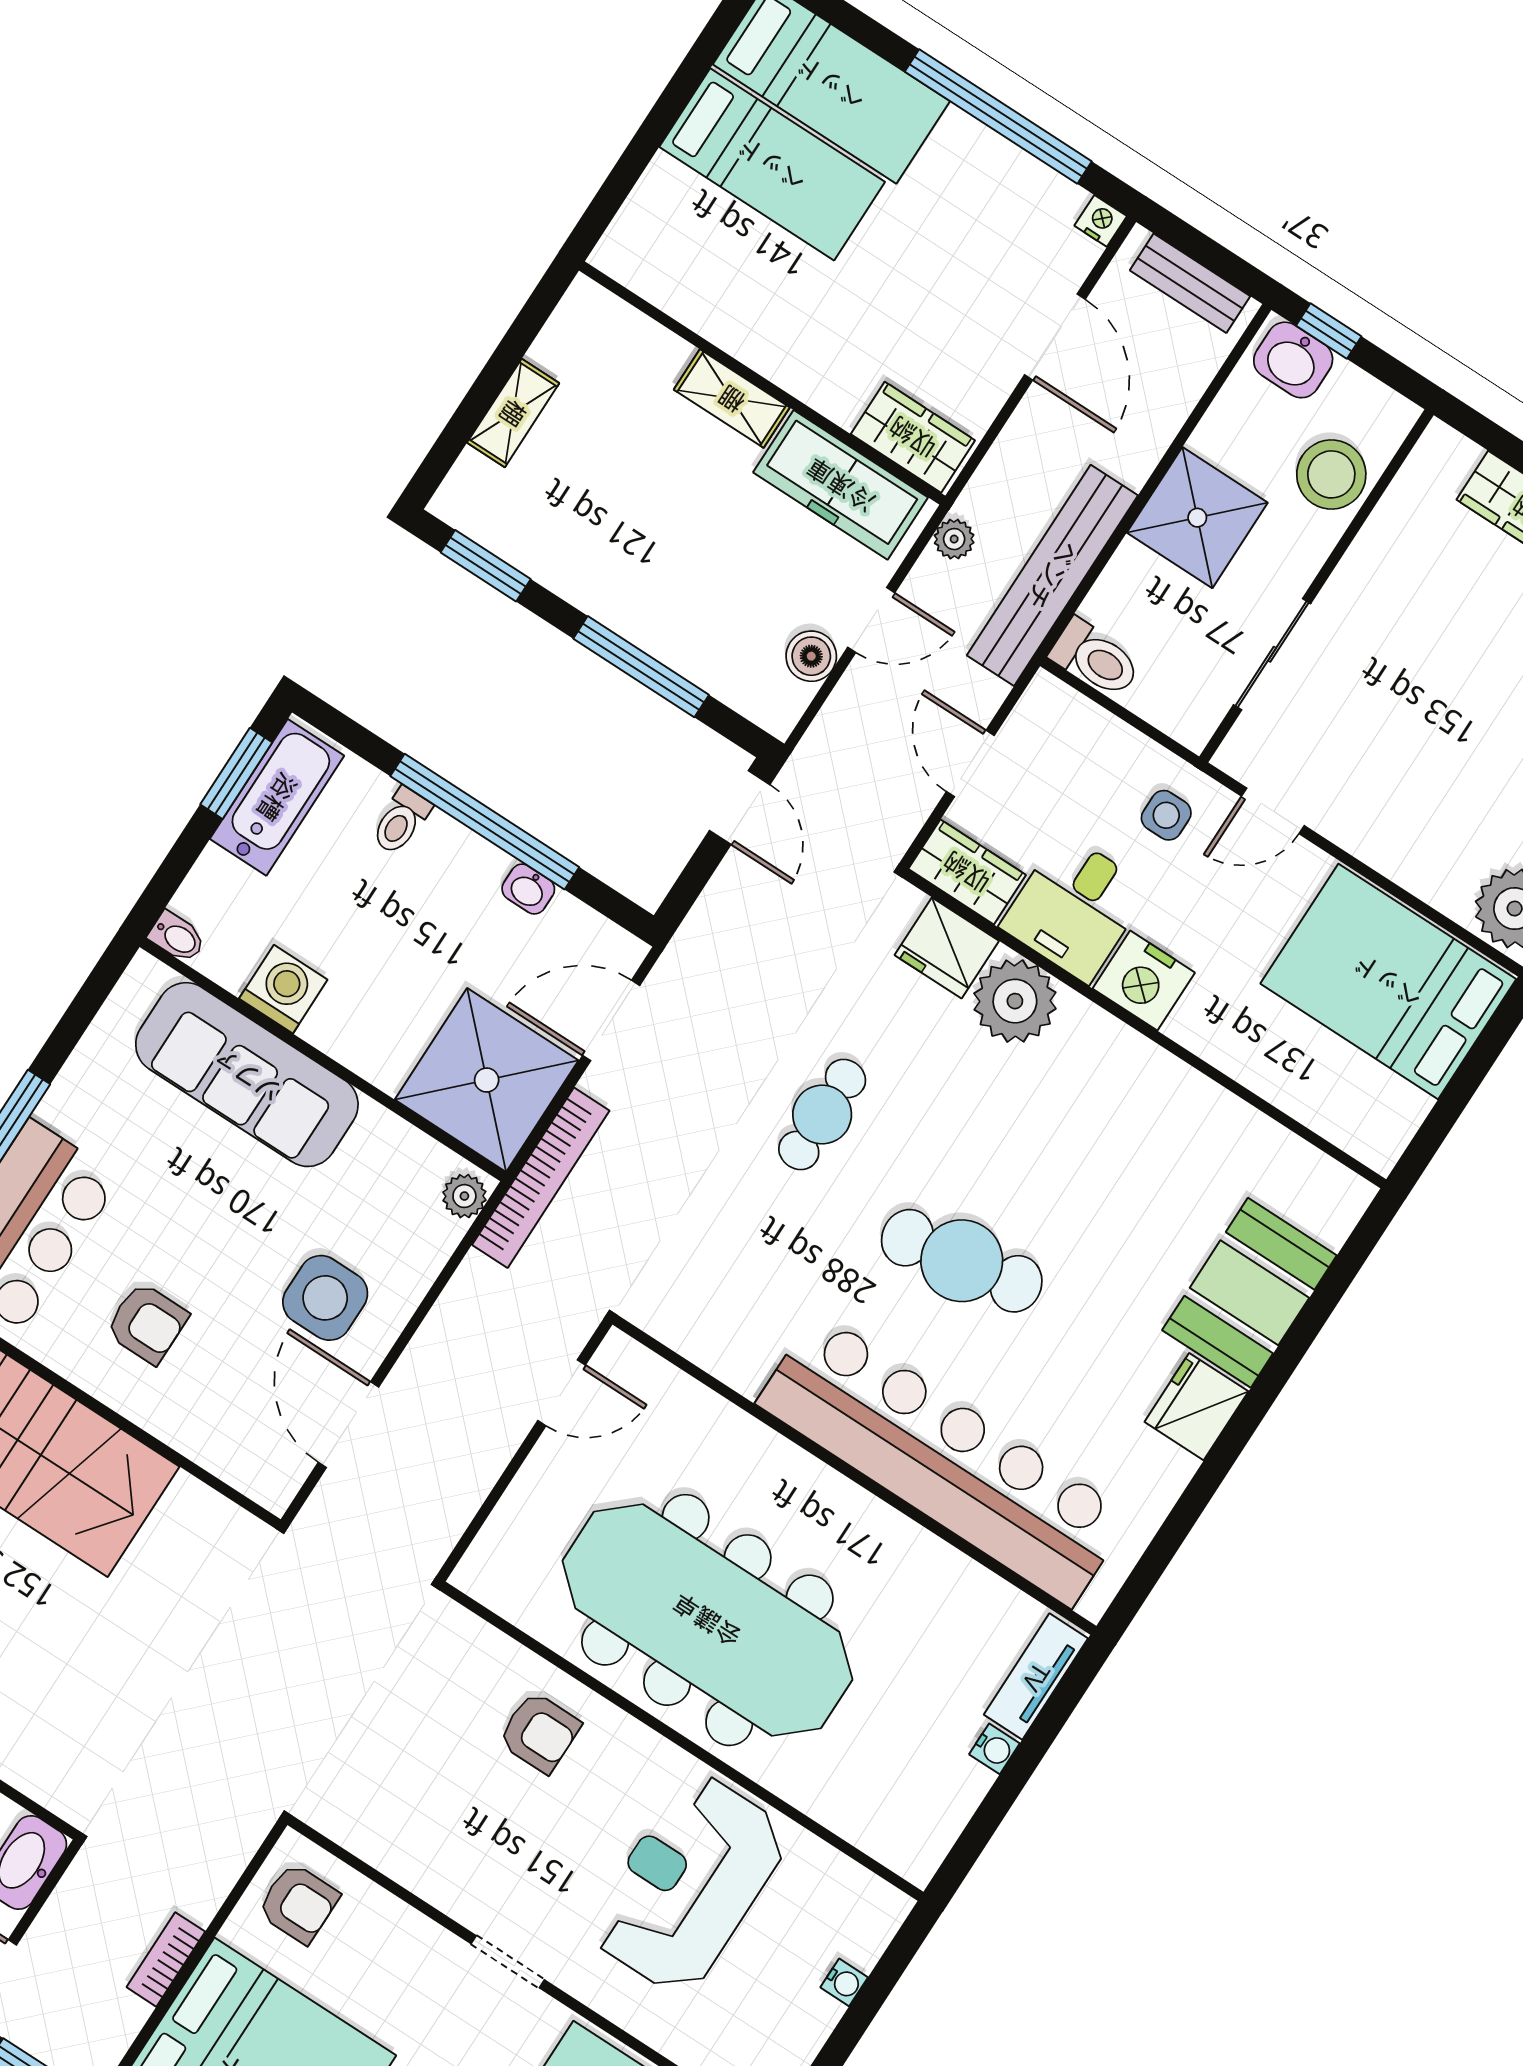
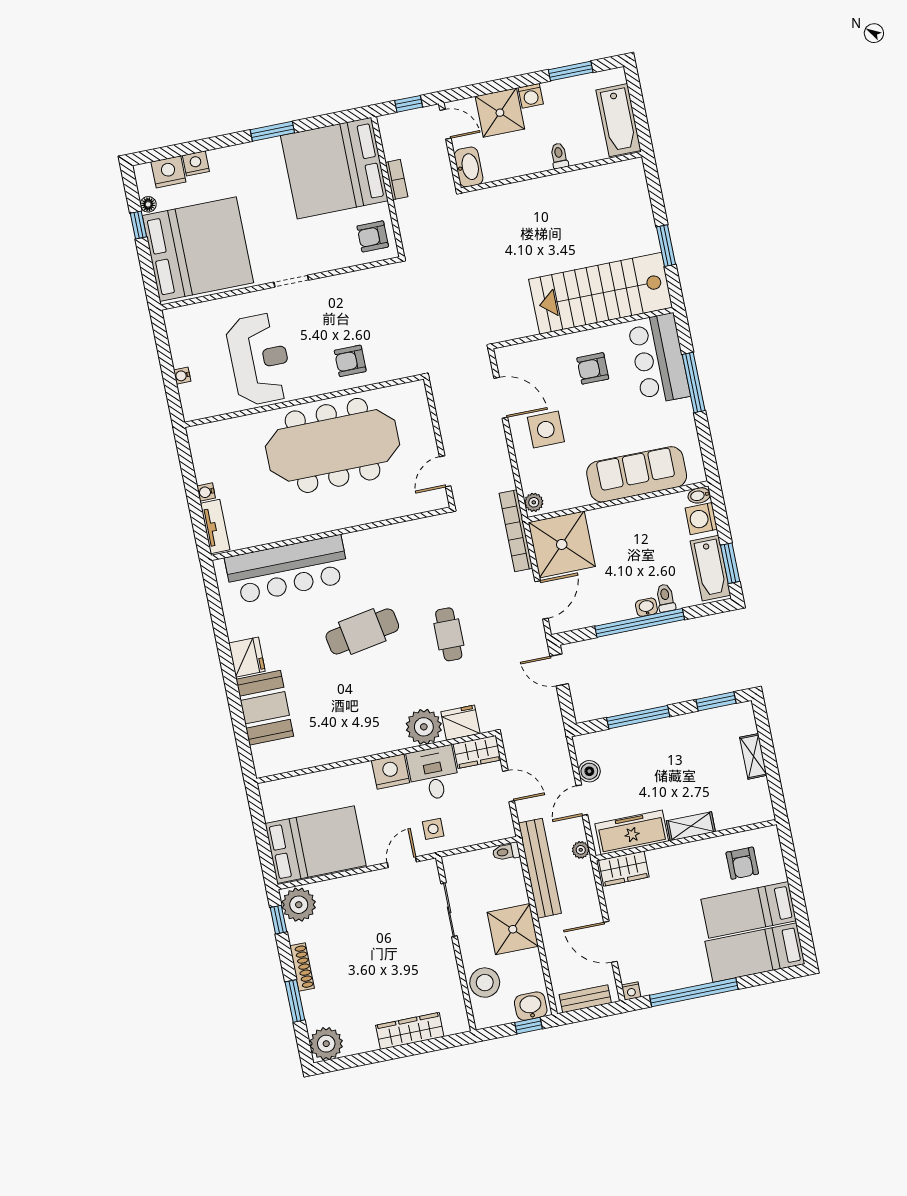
armchair: (706, 253) -> (742, 863), added
toilet: (1095, 659) -> (506, 852), width x0.73, depth x0.72
door: (740, 808) -> (559, 670), moved
washbasin: (528, 889) -> (646, 607), moved
washing machine: (283, 989) -> (701, 519), moved, turned 90
bar counter: (944, 1459) -> (287, 570), width x0.73

